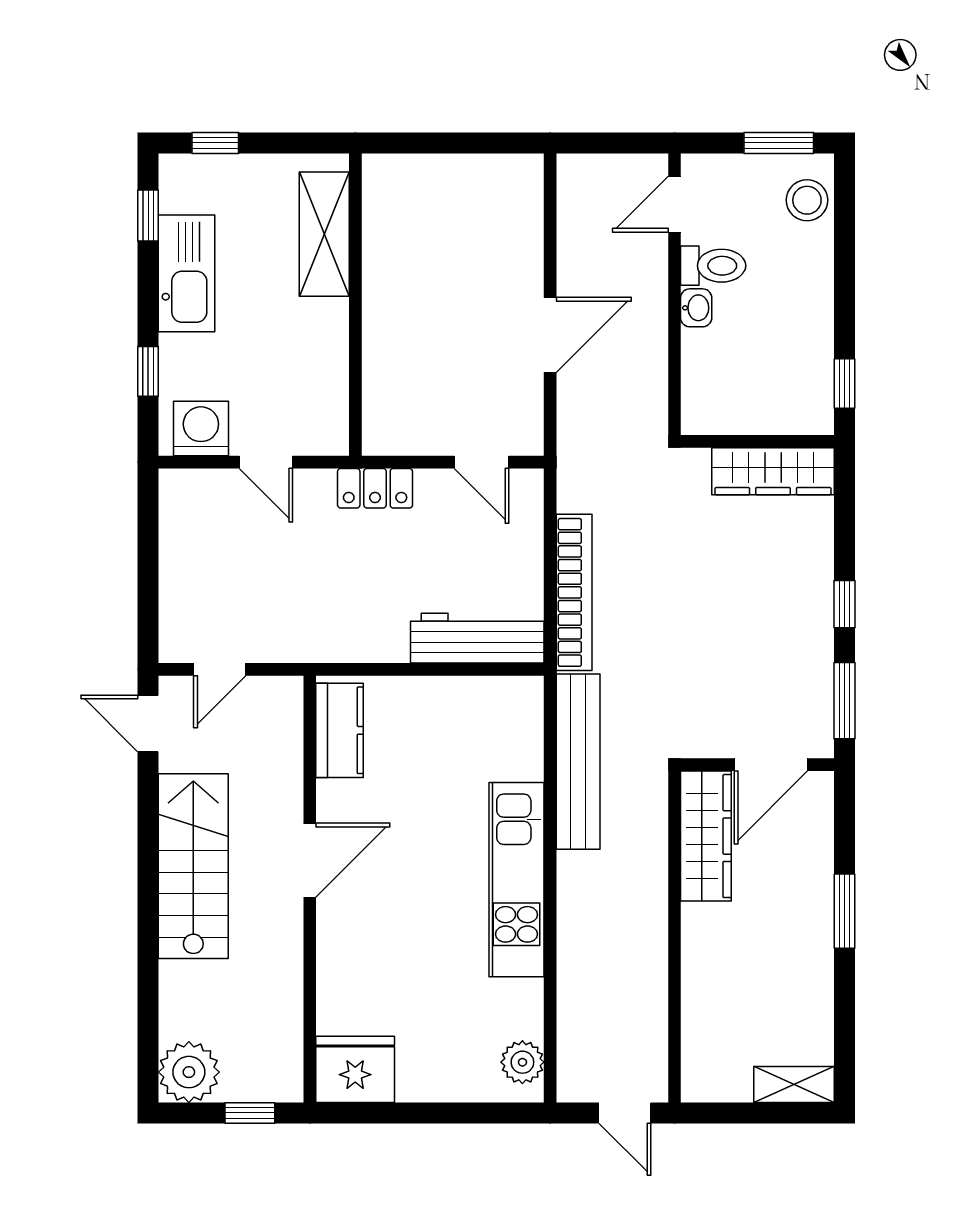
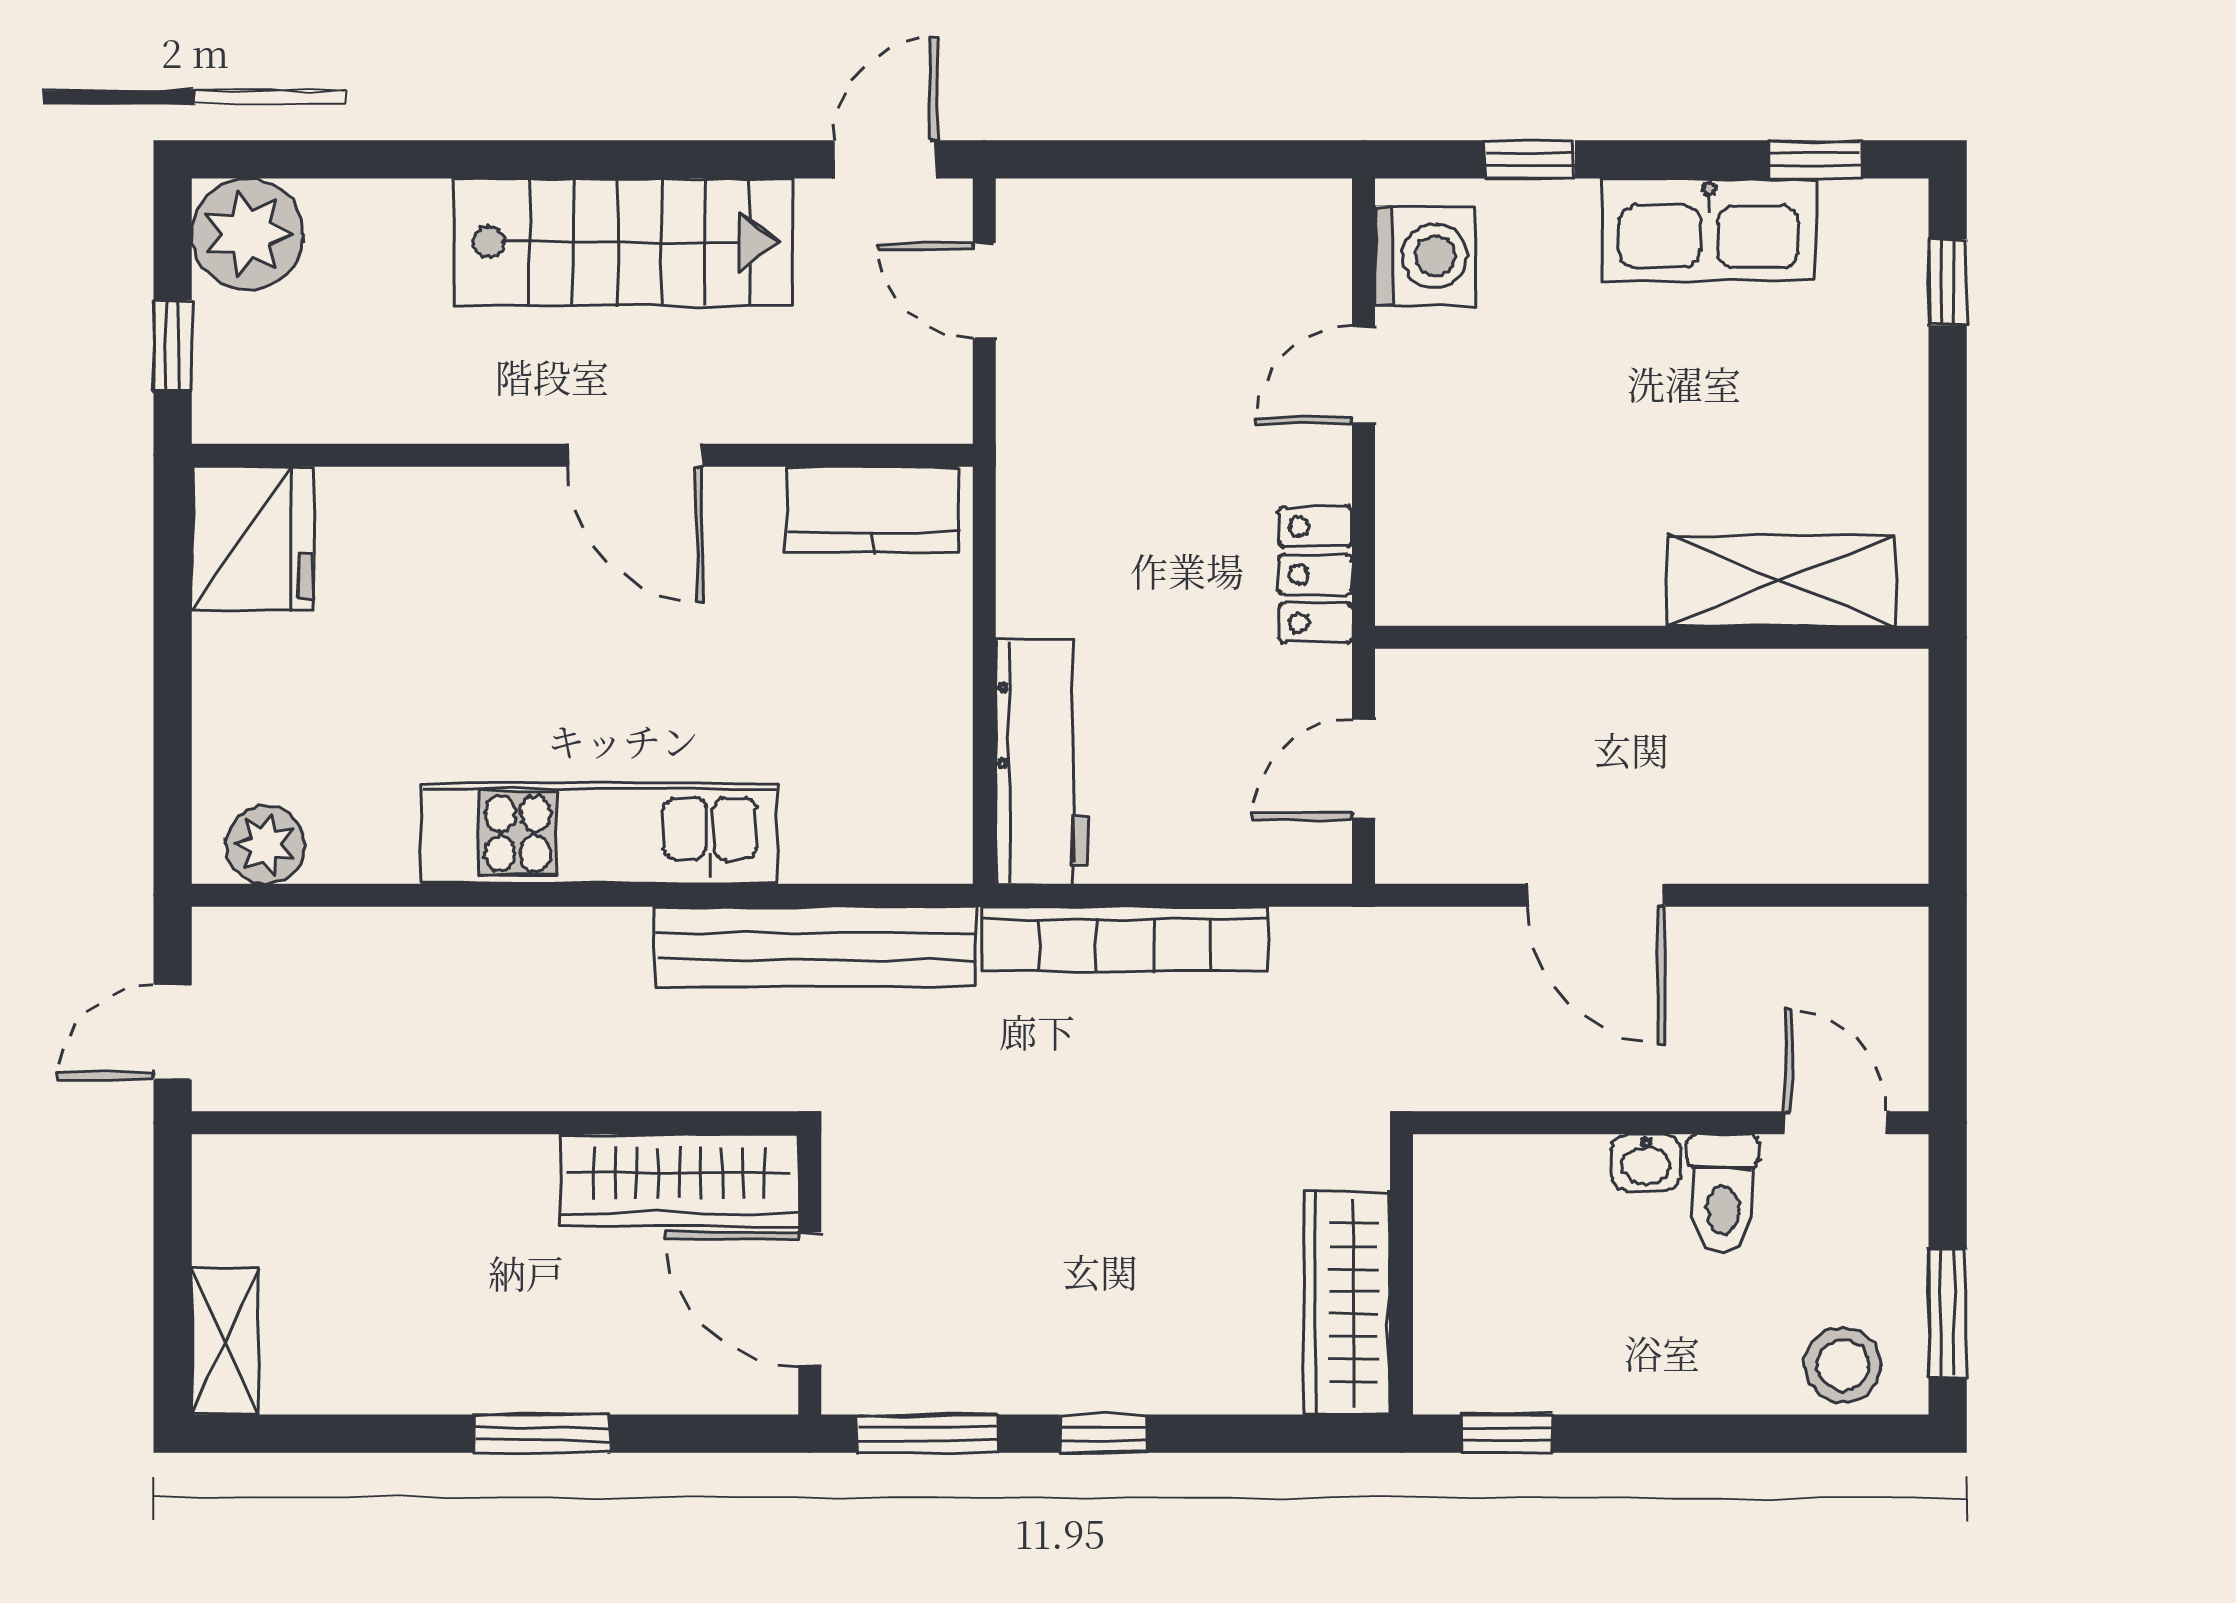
shelving: (324, 234) -> (1781, 580), moved
wall: (355, 305) -> (1652, 637), moved

